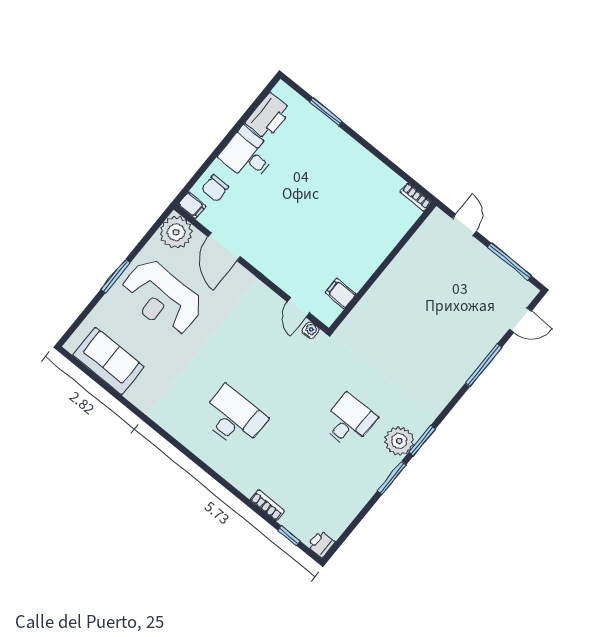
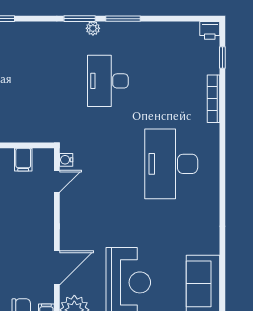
desk: (233, 418) -> (171, 164), width x1.36, depth x1.30
desk: (349, 421) -> (108, 81), width x1.37
plant: (399, 441) -> (93, 28), width x0.53, depth x0.53
bookcase: (267, 505) -> (213, 99), width x1.56

